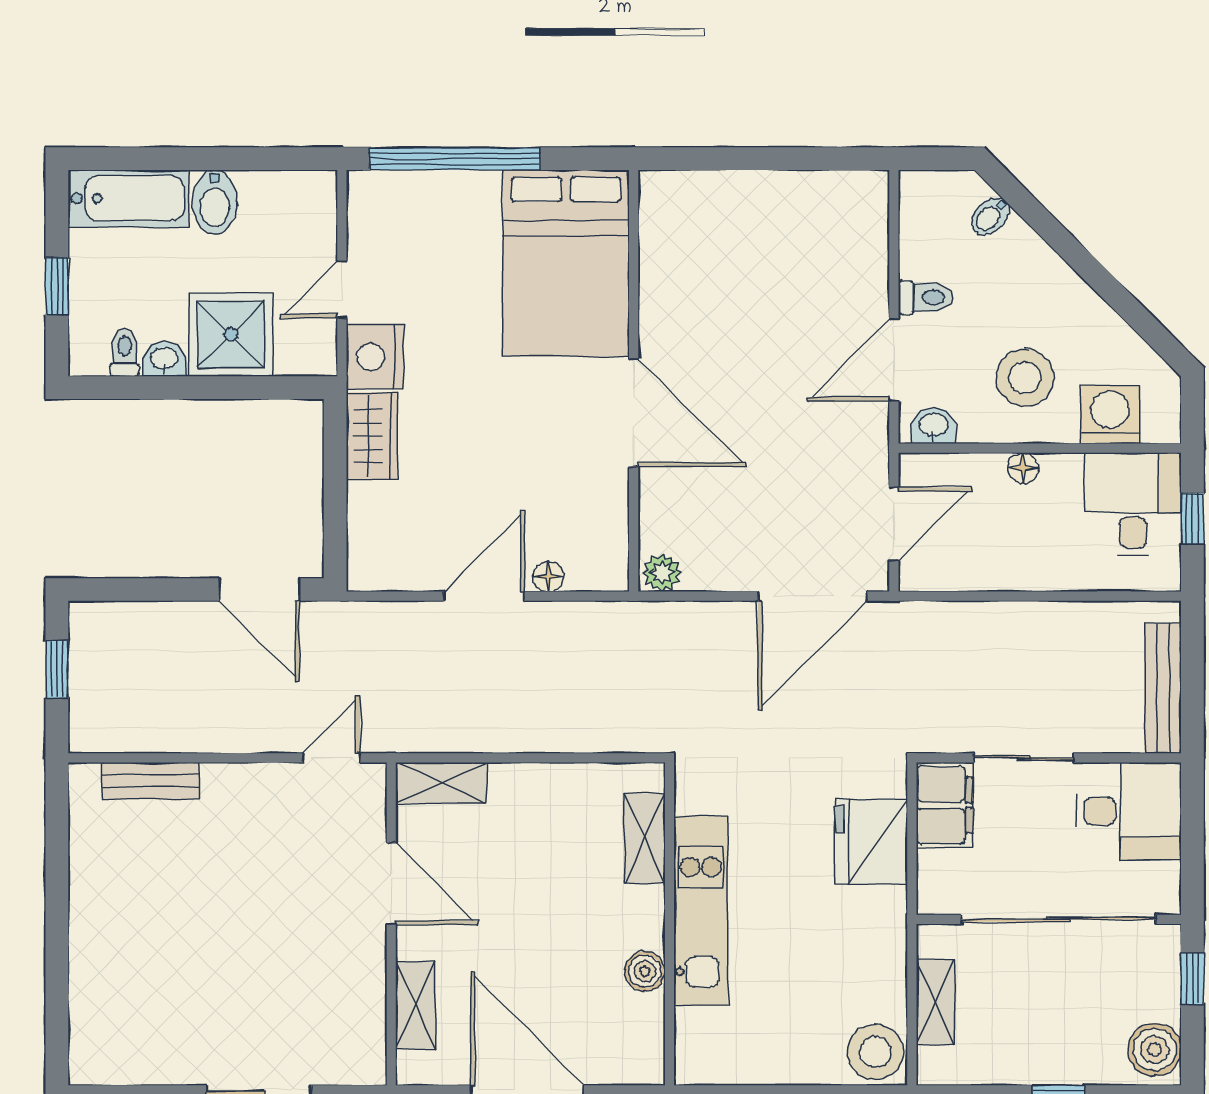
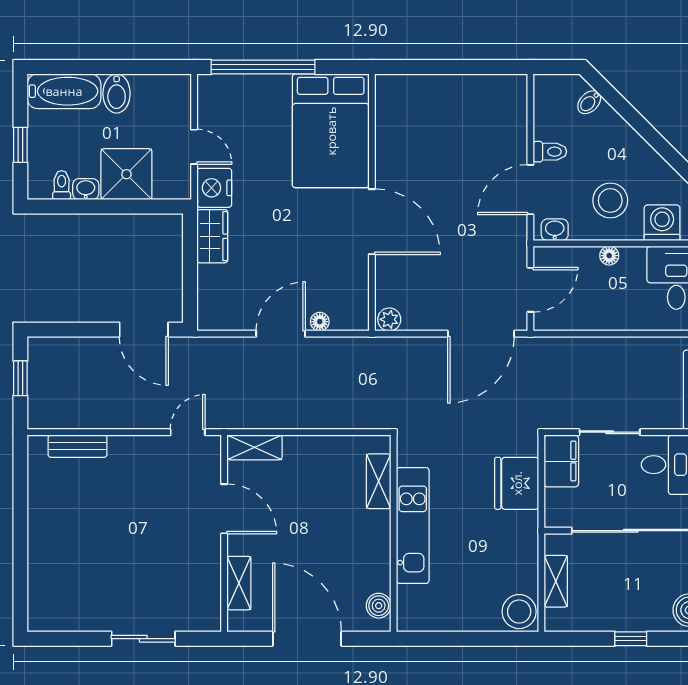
door: (342, 289) -> (194, 147), swing flipped
boiler: (645, 971) -> (379, 606), moved

